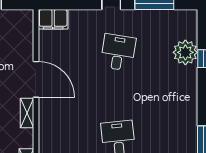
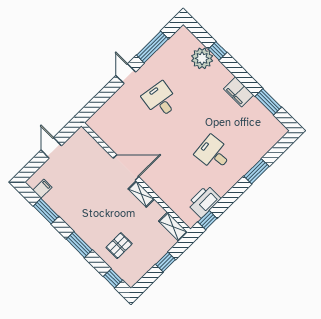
filing cabinet: (53, 19) -> (239, 92), moved, turned 90

